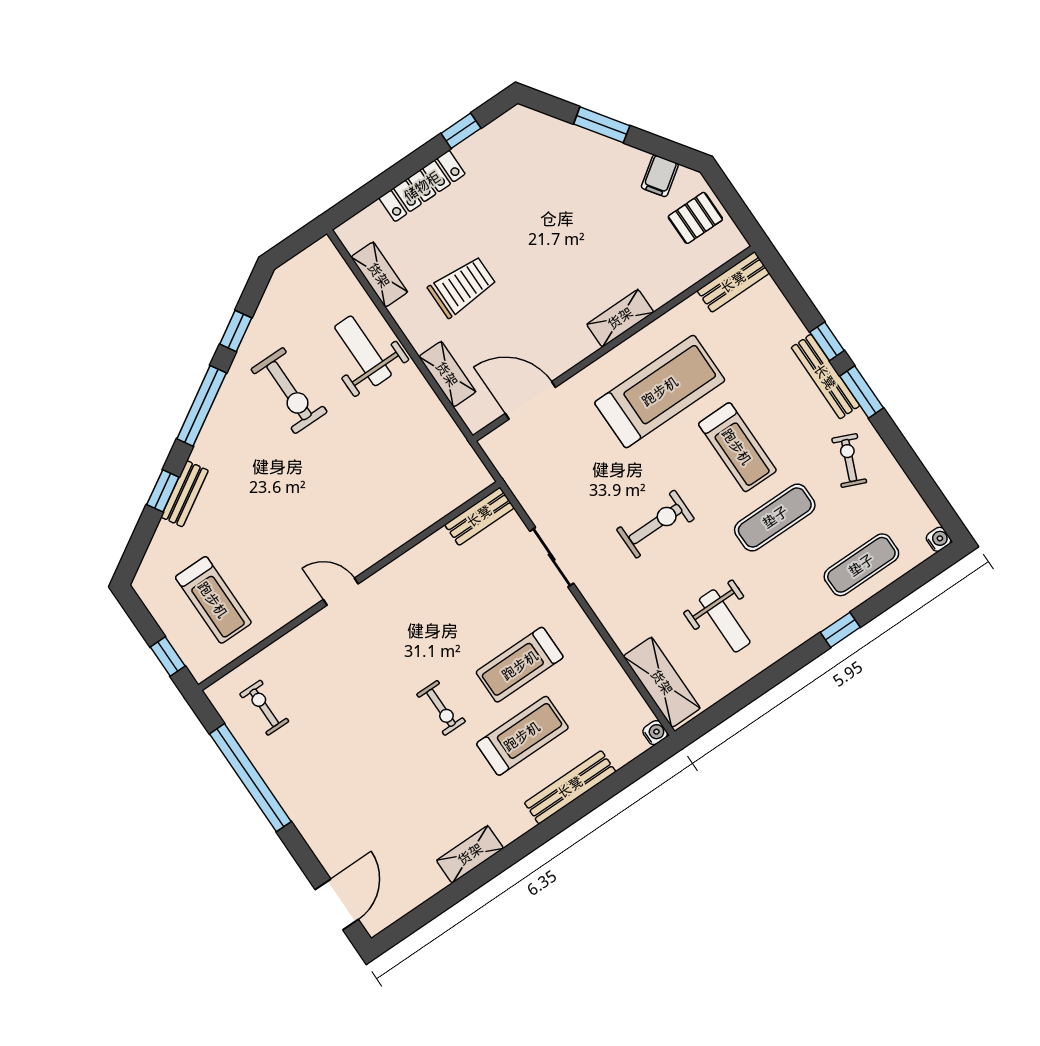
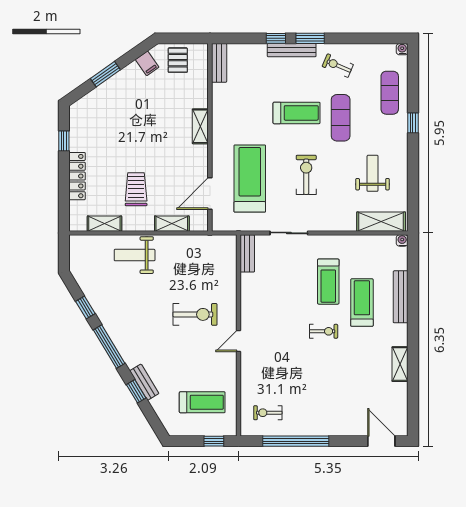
exercise bike: (289, 391) -> (195, 314), moved
treadmill: (660, 391) -> (250, 179), moved
weight bench: (725, 621) -> (373, 173), turned -90

